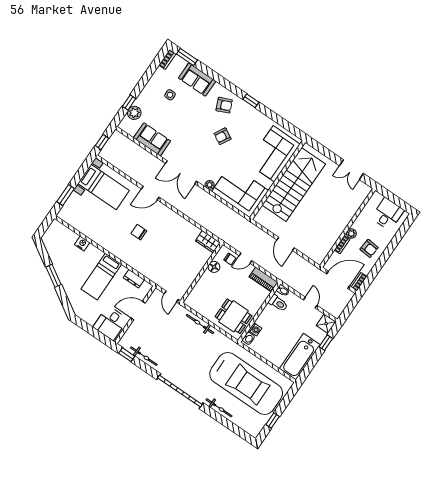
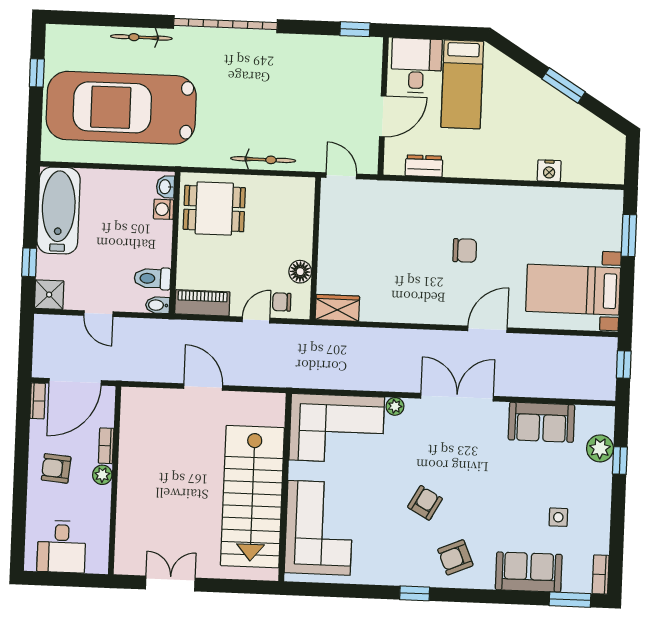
bed: (101, 277) -> (462, 84), moved, turned 180
bicycle: (144, 356) -> (324, 45), removed

